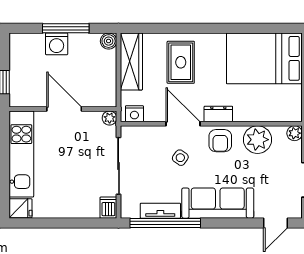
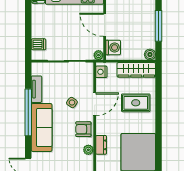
washing machine: (57, 44) -> (113, 48), moved, turned 180
door: (64, 109) -> (105, 25), swing flipped
dresser: (218, 114) -> (101, 145), moved
plant: (258, 140) -> (88, 150), width x0.53, depth x0.53
dishwasher: (108, 208) -> (39, 44), moved
window: (165, 223) -> (28, 112), moved

